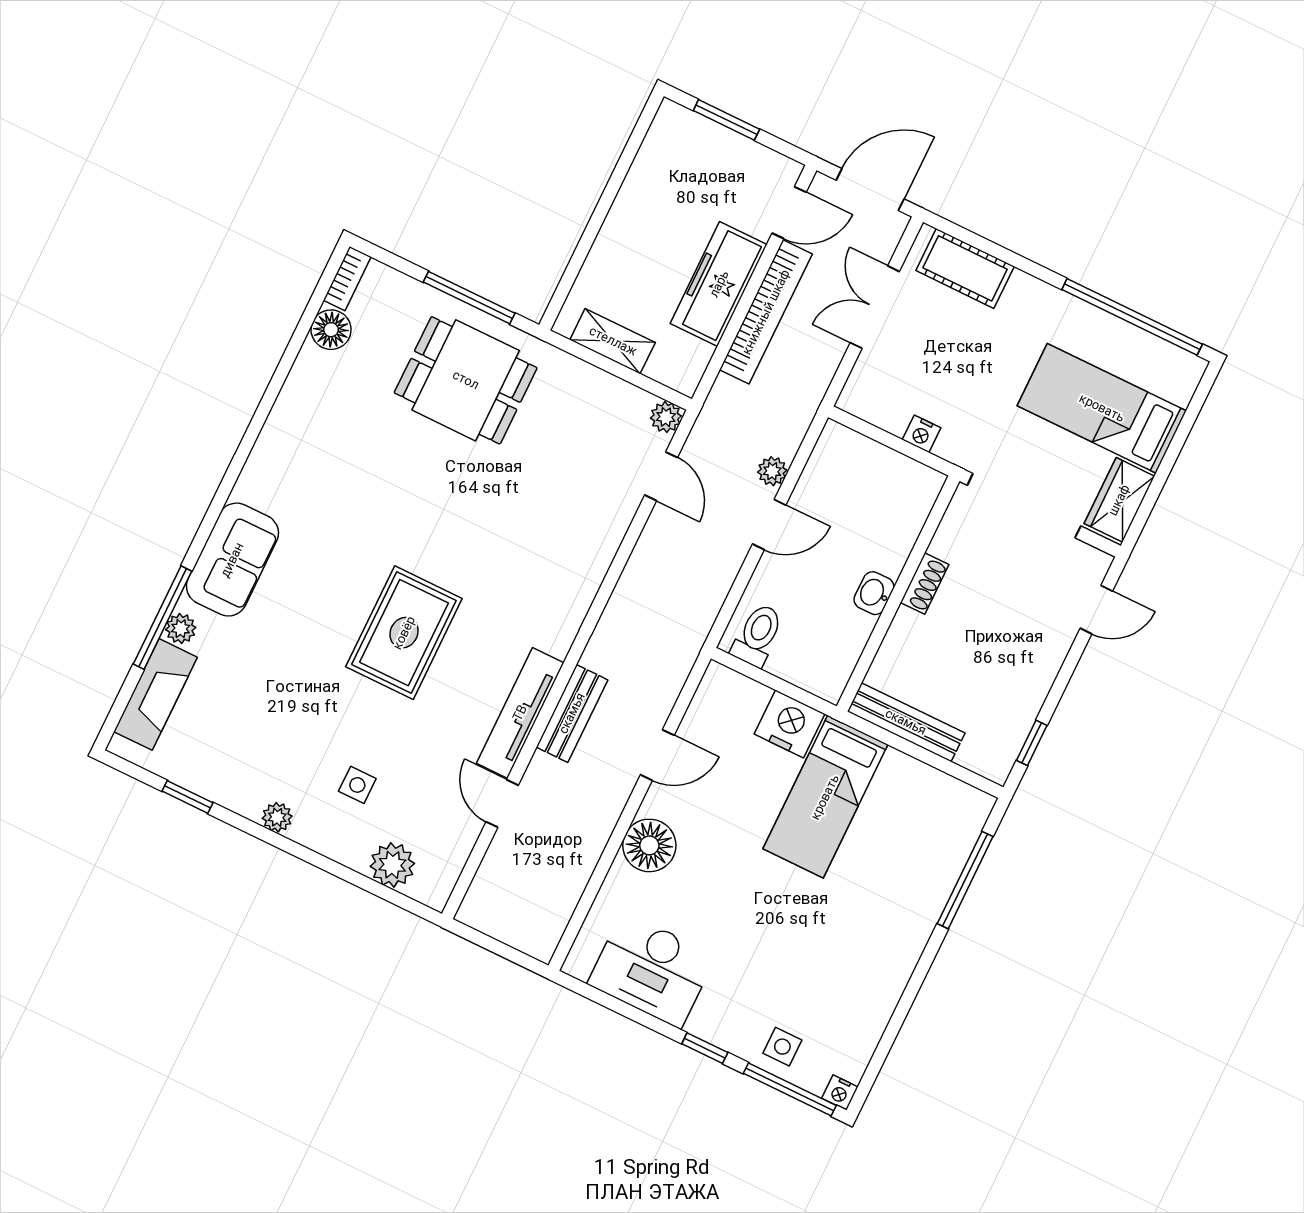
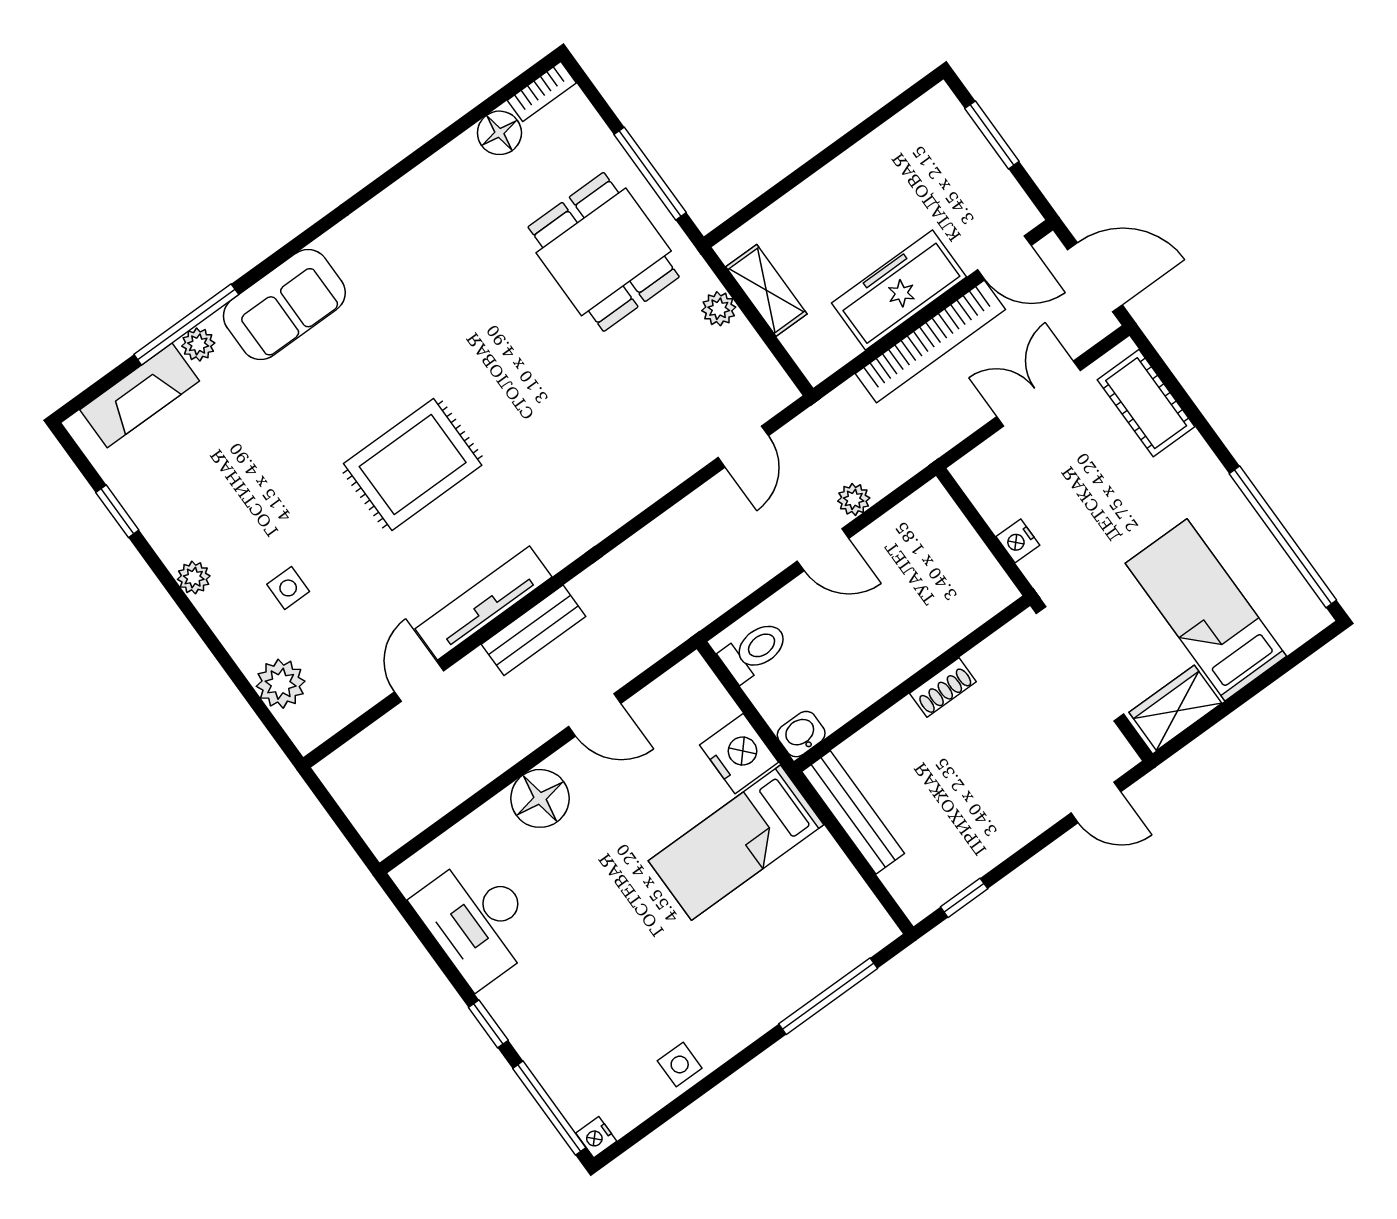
plant: (666, 417) -> (719, 309), moved
washbasin: (874, 593) -> (801, 734), moved
side table: (782, 1047) -> (680, 1064), moved

